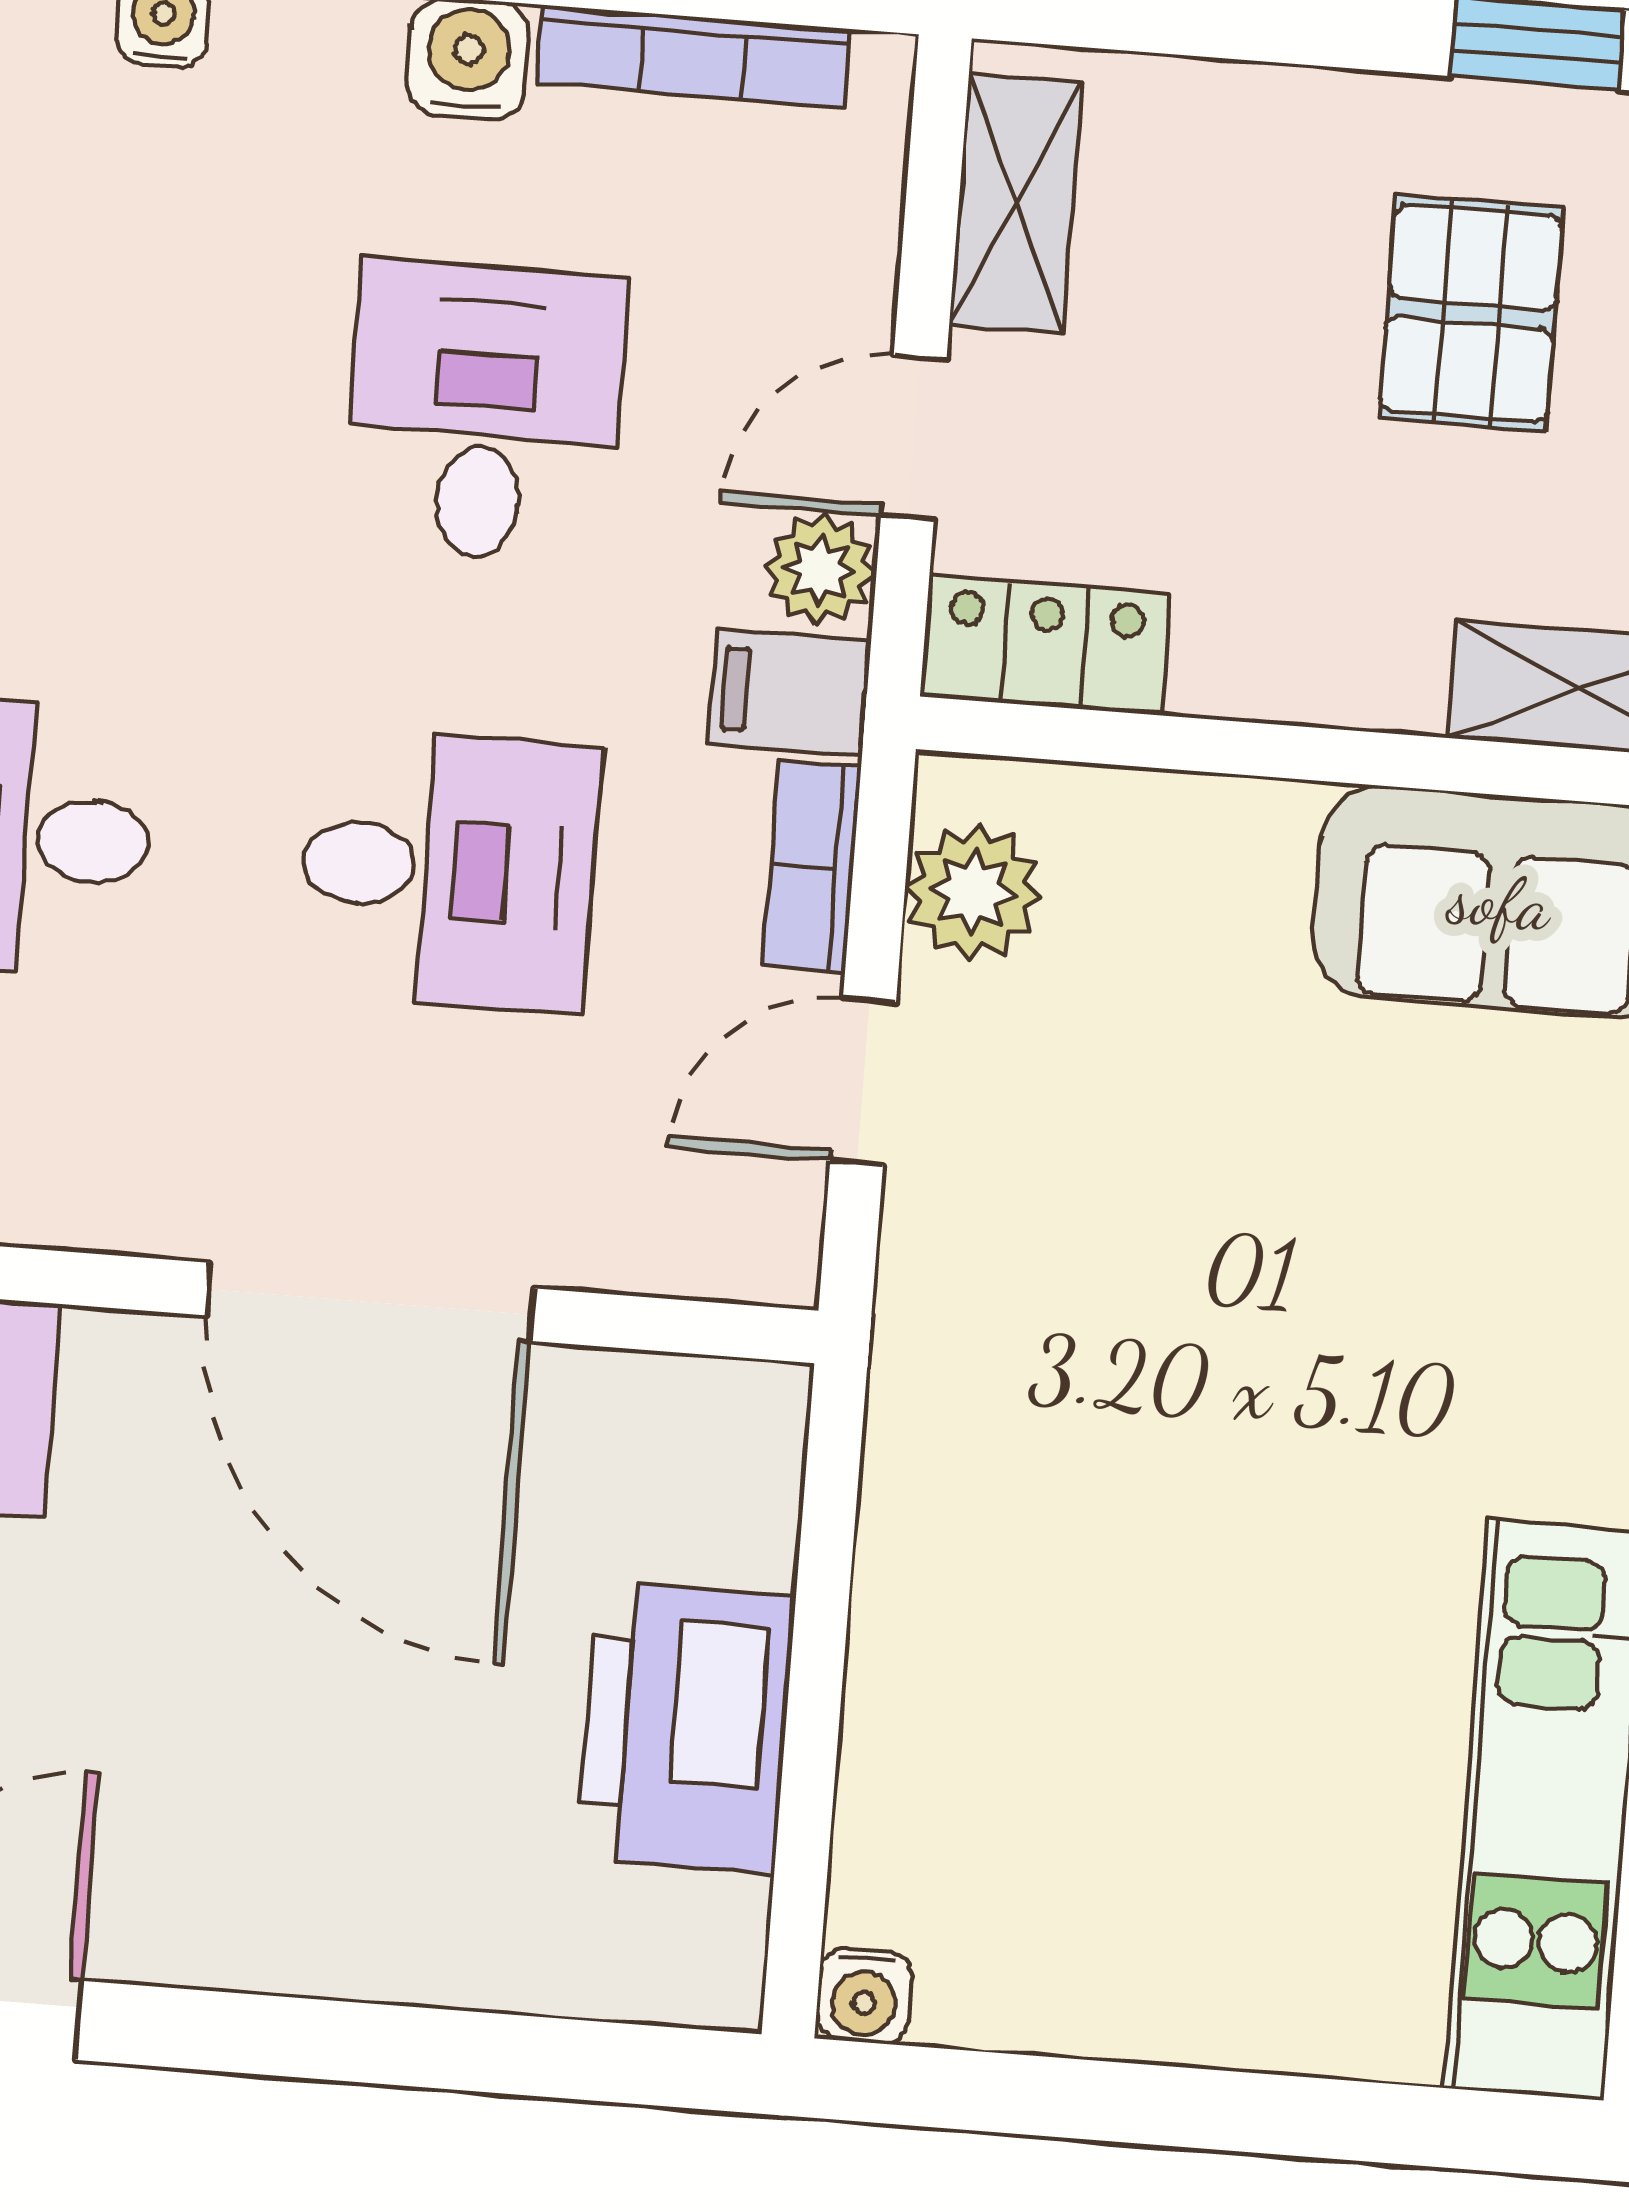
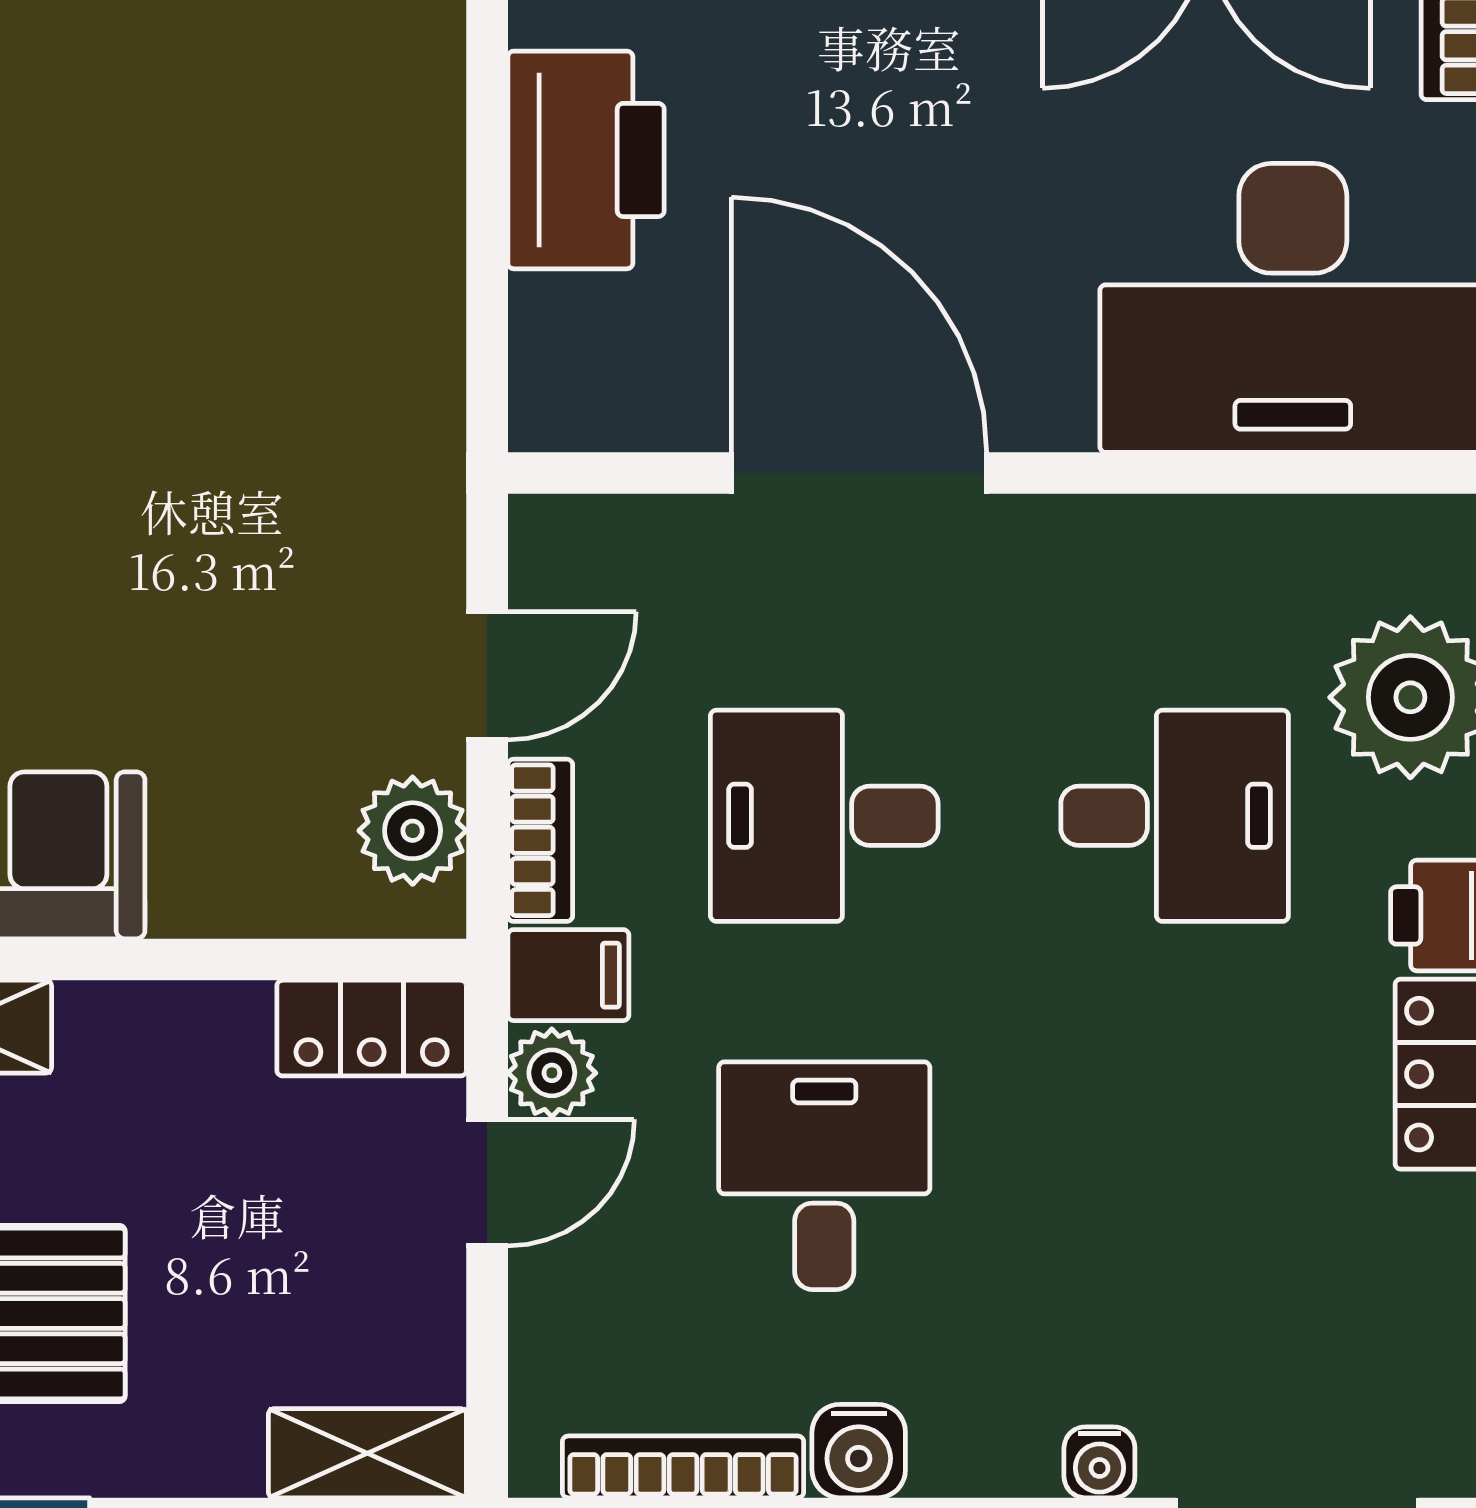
shelving: (1016, 204) -> (367, 1453), moved, turned 90
desk: (484, 412) -> (824, 1176), turned 180

